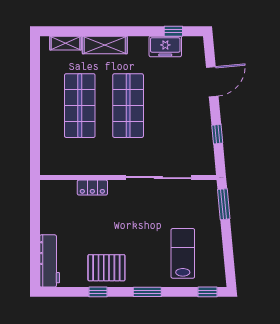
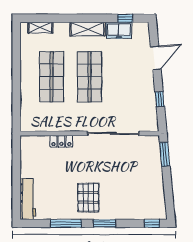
shelving: (105, 45) -> (88, 29), moved
lab bench: (183, 253) -> (133, 193), removed
pallet: (106, 268) -> (88, 198), moved, turned 90
window: (98, 292) -> (66, 223), width x2.17

